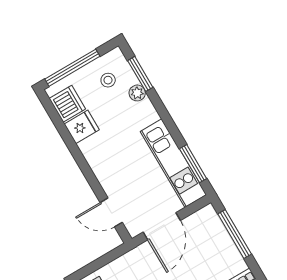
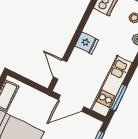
fridge: (82, 127) -> (87, 43), moved

